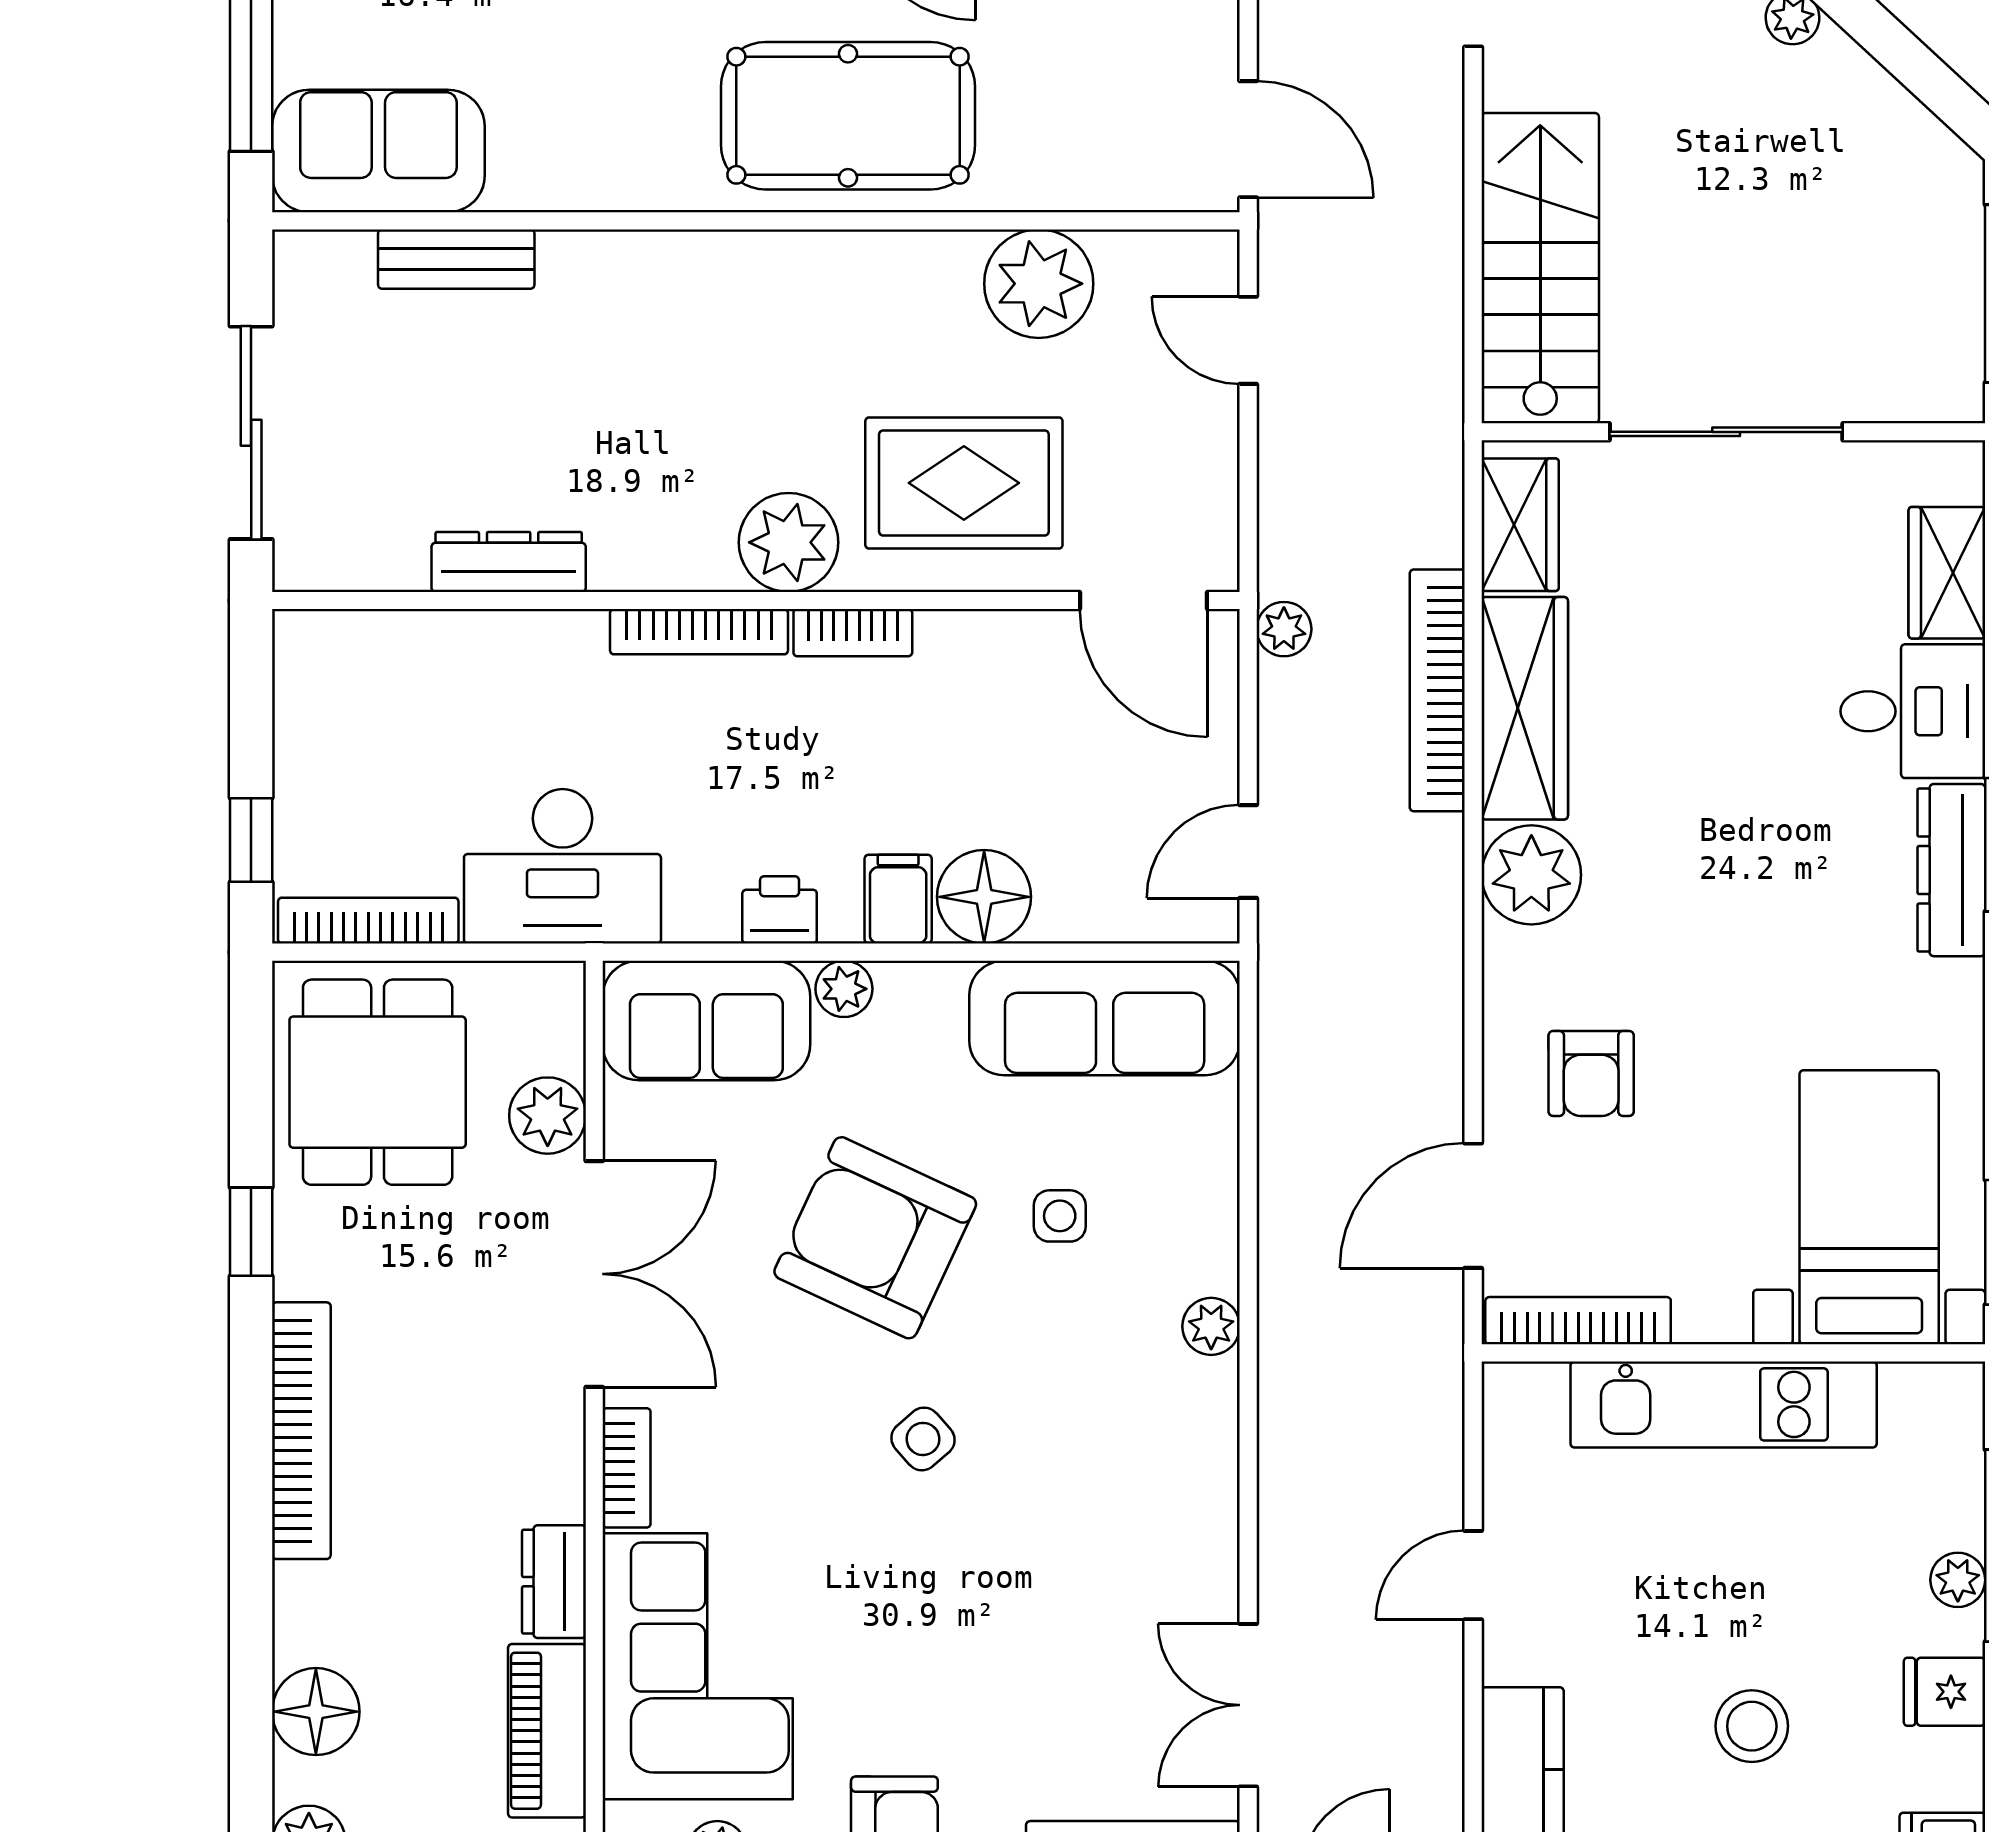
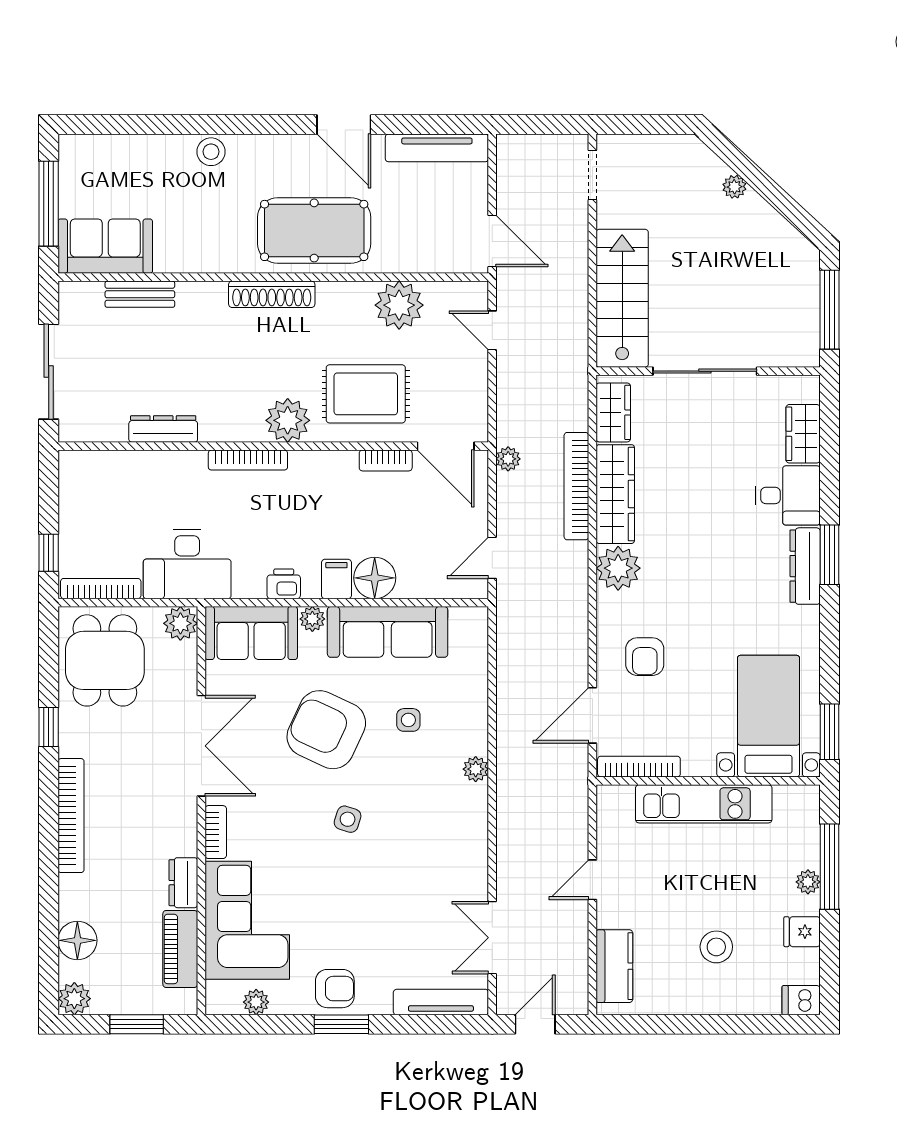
shoe rack: (753, 259) -> (272, 294), added
bookcase: (853, 633) -> (386, 460), moved
sofa: (1105, 1018) -> (388, 632), moved
plant: (548, 1116) -> (180, 623), moved
side table: (923, 1439) -> (348, 819), turned -31

